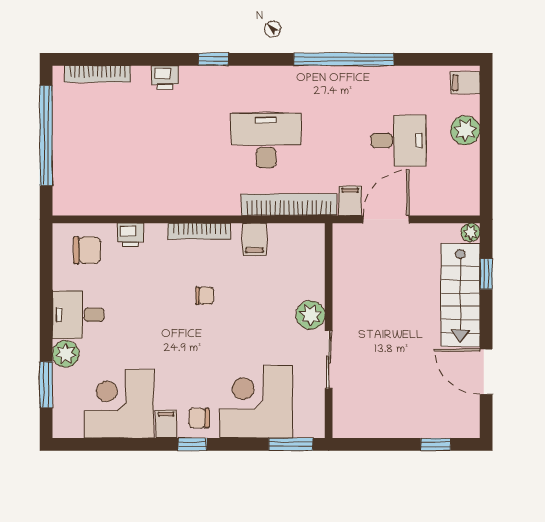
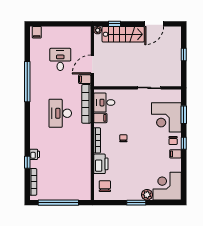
window: (213, 59) -> (27, 162), moved
plant: (465, 130) -> (56, 32), removed
door: (386, 219) -> (92, 65), hinge flipped
printer: (130, 235) -> (101, 164), width x1.87, depth x1.48
desk: (78, 315) -> (104, 103), moved, turned 90
plant: (310, 315) -> (131, 95), removed
window: (46, 385) -> (136, 203), moved
corner desk: (119, 404) -> (167, 186), moved, turned 90
window: (291, 444) -> (184, 115), moved
window: (436, 444) -> (184, 55), moved

